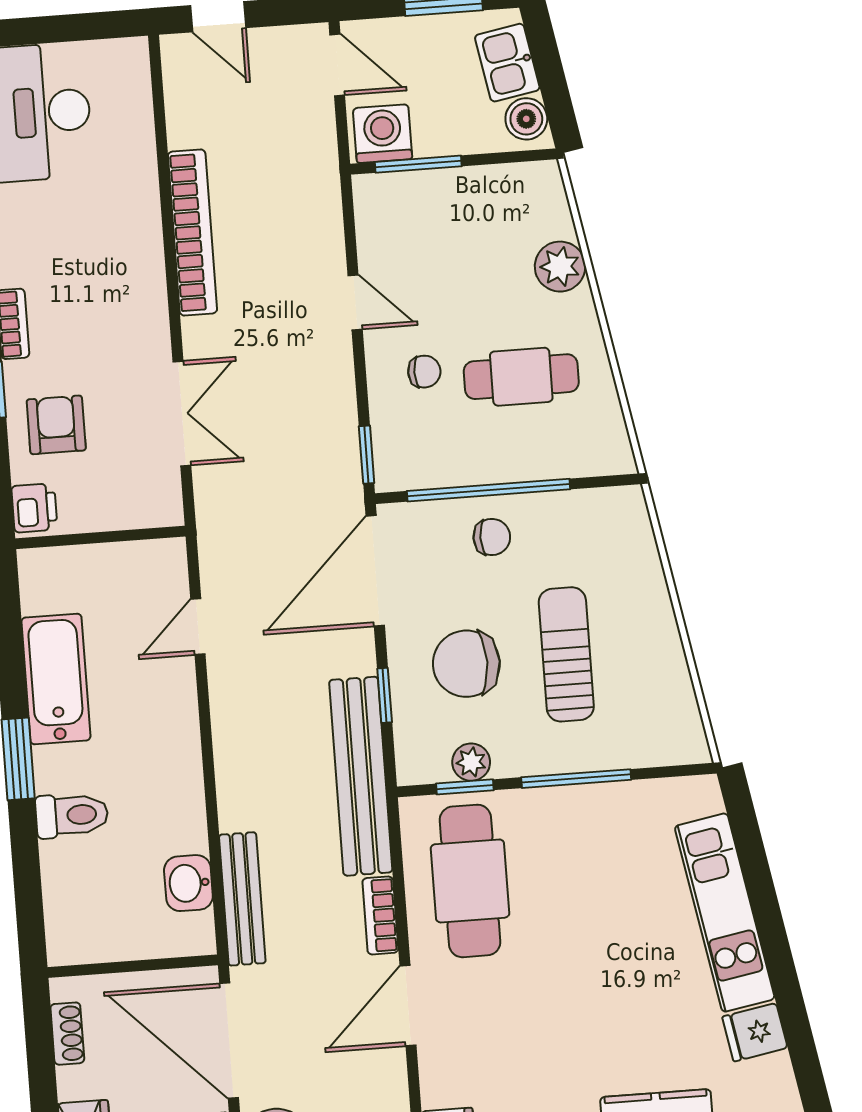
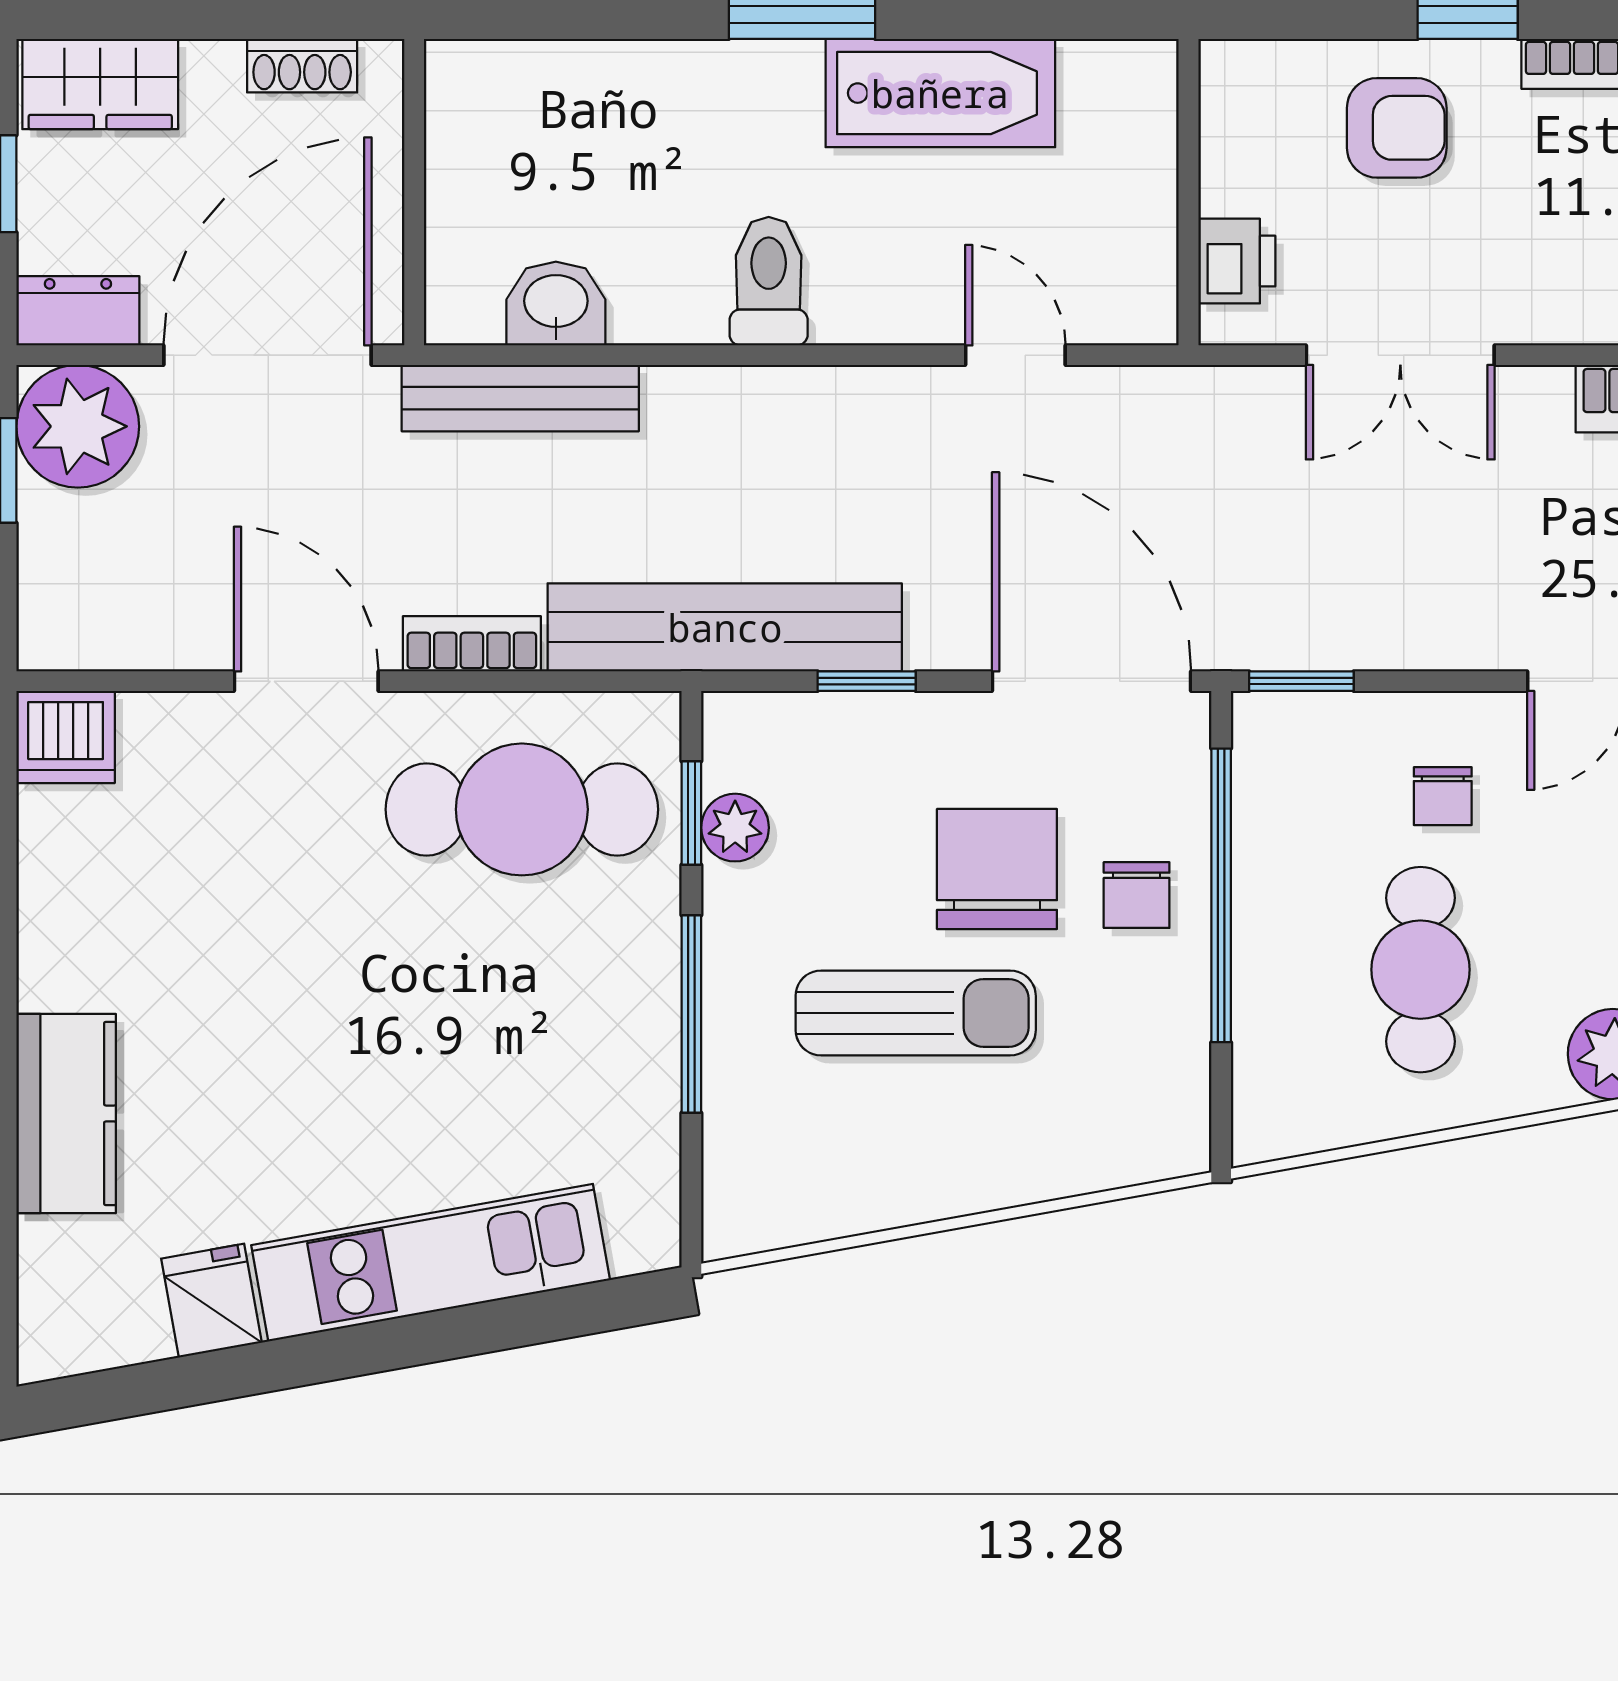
printer: (34, 508) -> (1237, 261), moved, turned -90
chair: (466, 664) -> (997, 869), moved
toilet: (72, 815) -> (769, 281), moved, turned 180

